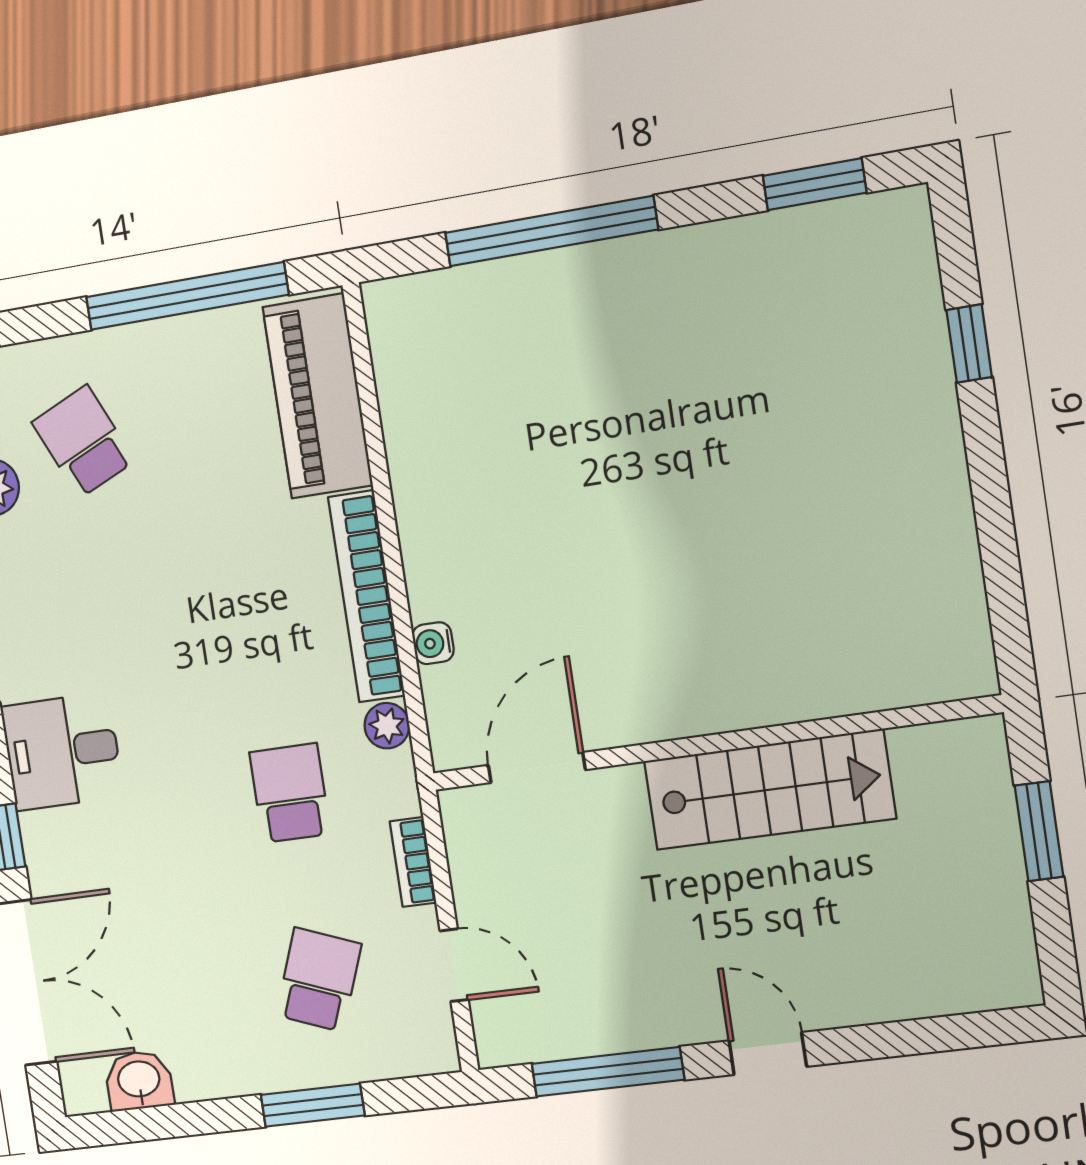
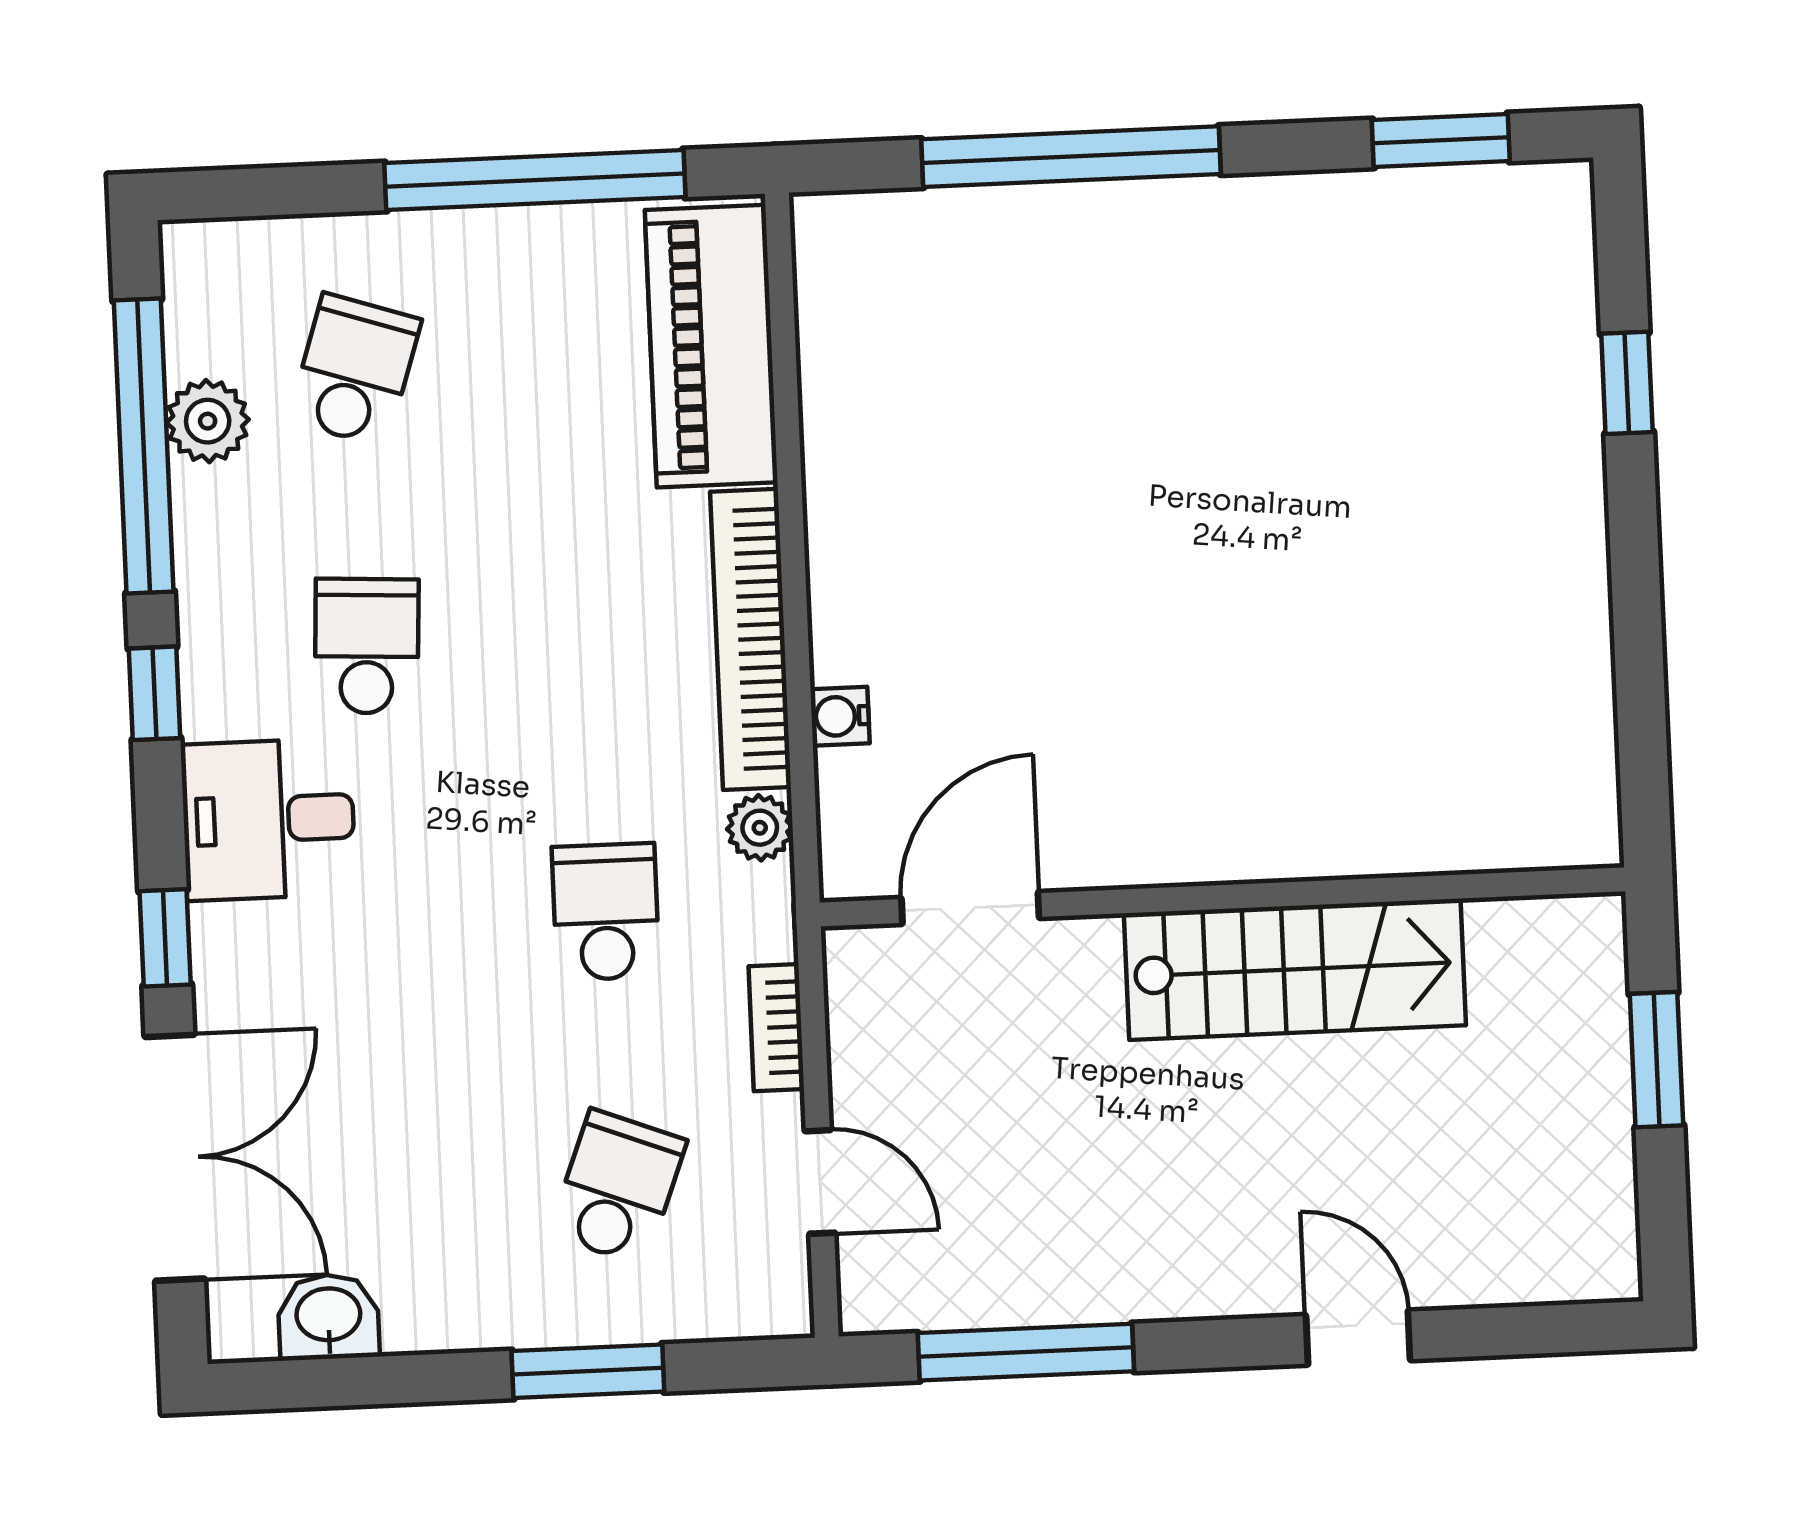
school desk: (83, 442) -> (355, 370), turned 42
school desk: (112, 628) -> (367, 646), added
door: (768, 1054) -> (1358, 1338), moved

